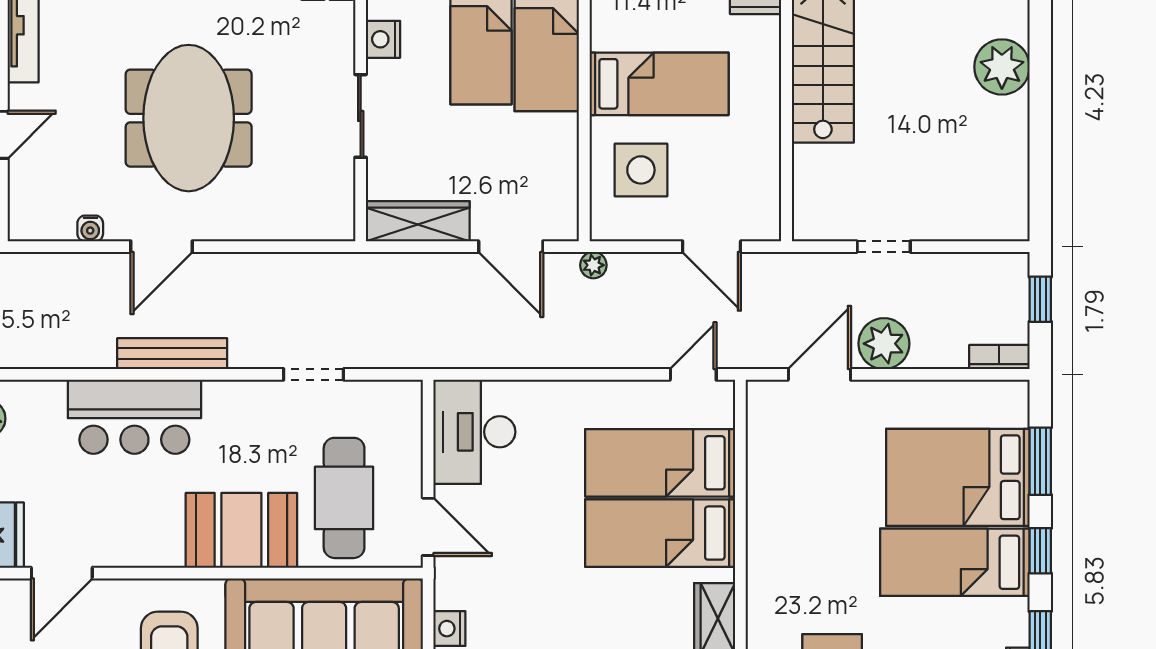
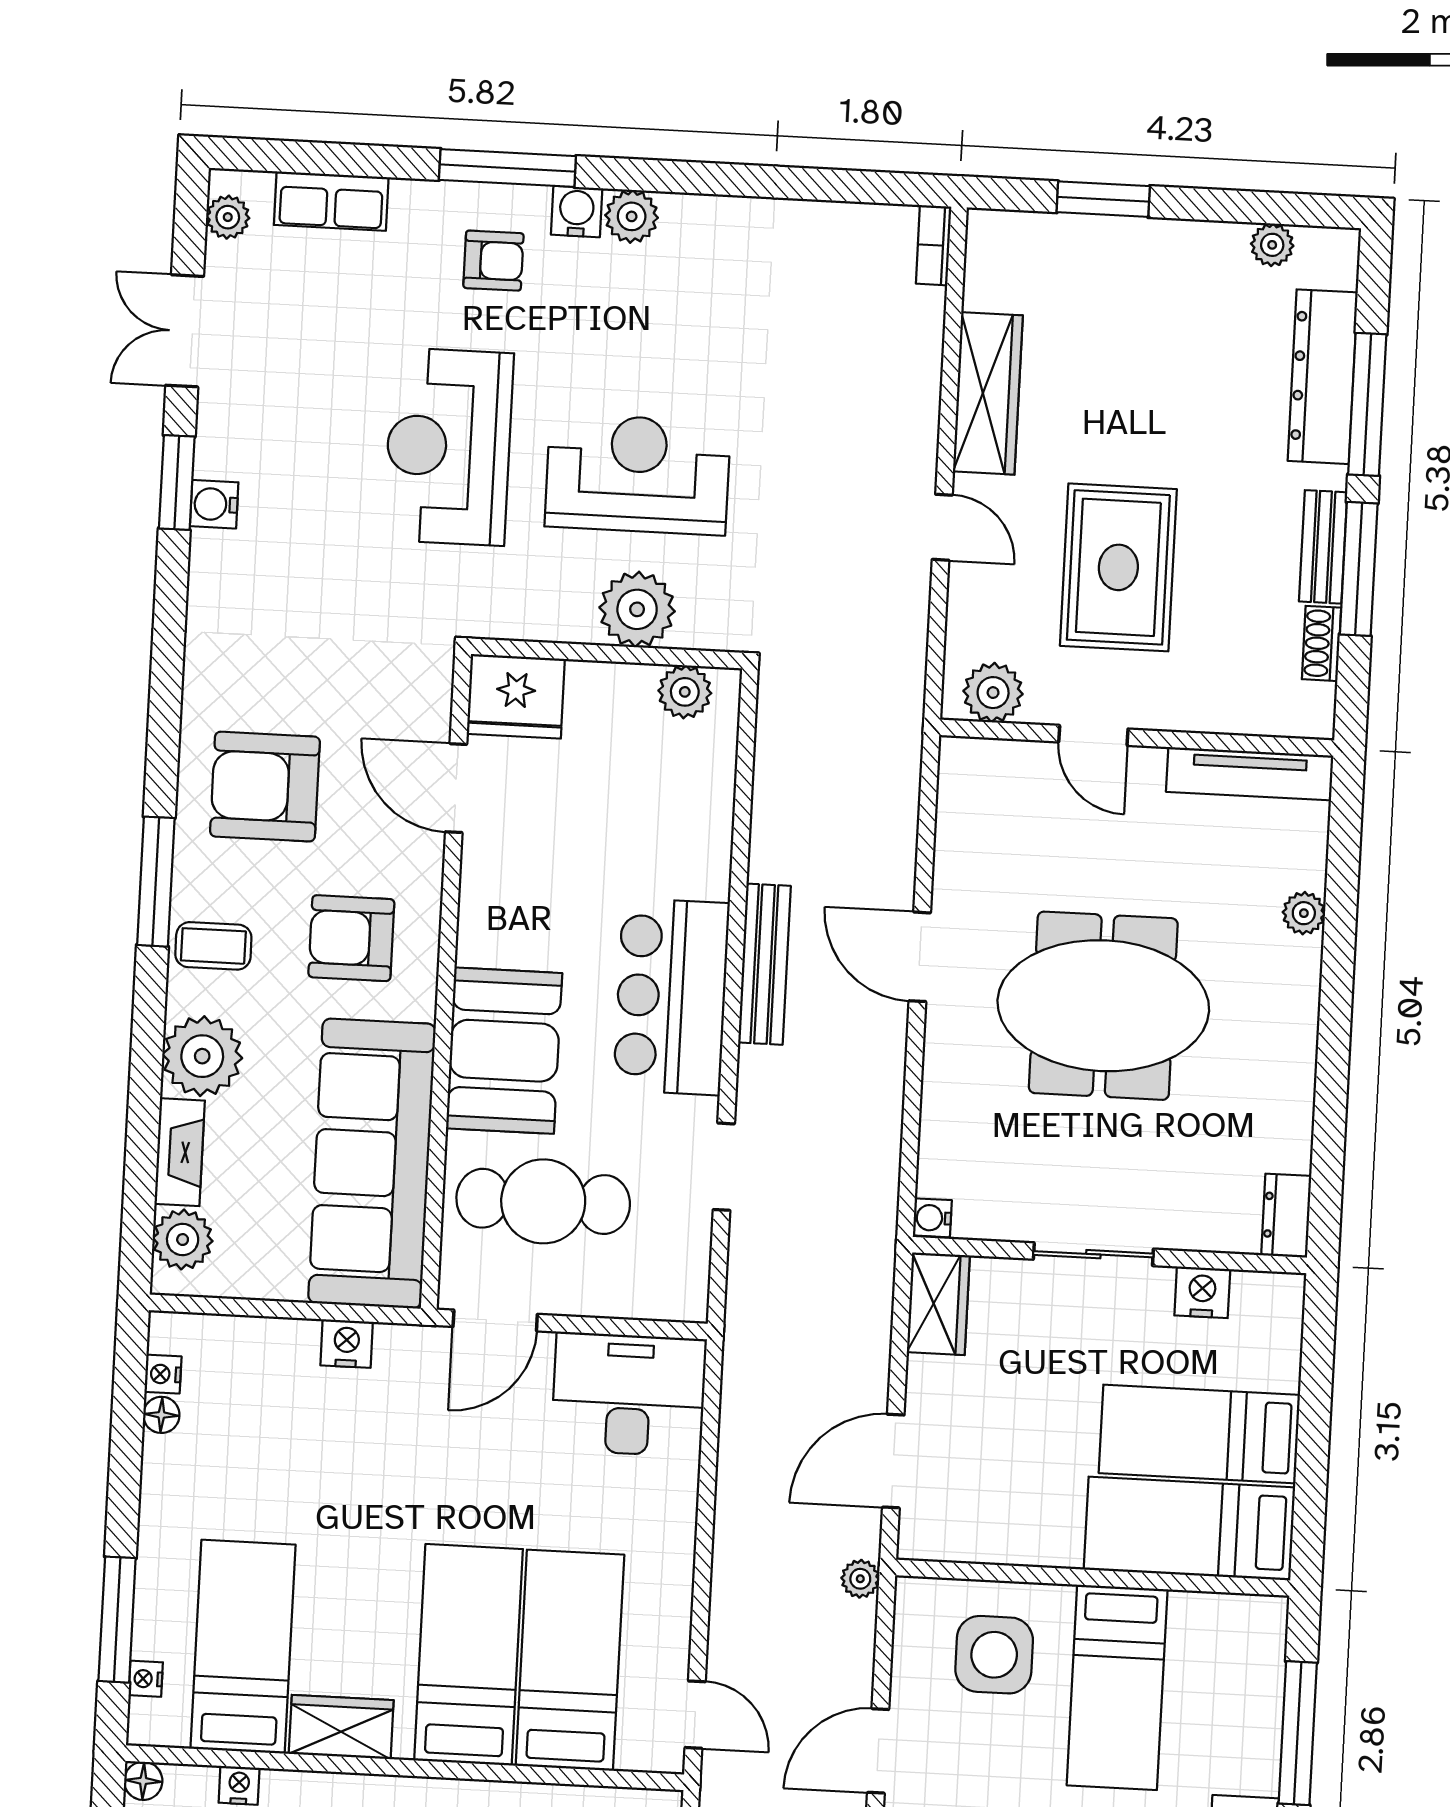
wardrobe: (418, 221) -> (938, 1304), width x0.67
water cooler: (90, 228) -> (932, 1218), moved
bar counter: (134, 417) -> (671, 997), moved

